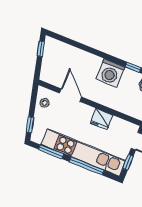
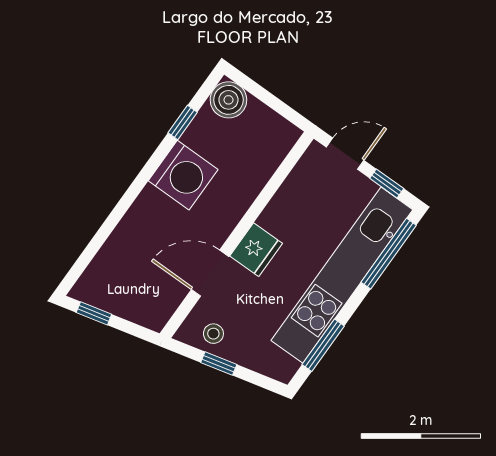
fridge: (102, 119) -> (256, 250), moved
window: (30, 125) -> (219, 364), moved
window: (87, 166) -> (389, 254), moved

